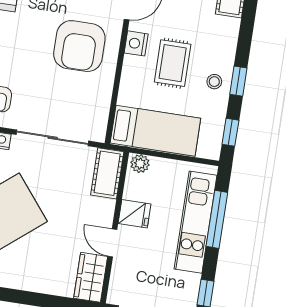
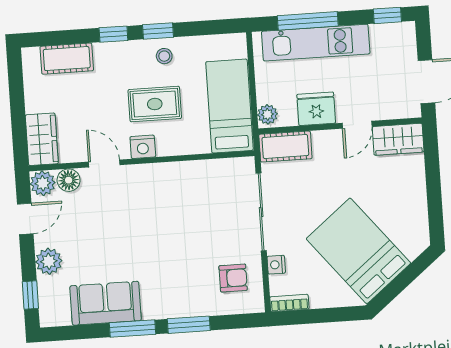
armchair: (79, 46) -> (159, 206), removed
window: (230, 132) -> (113, 34), moved
fridge: (134, 214) -> (316, 109), width x1.38

